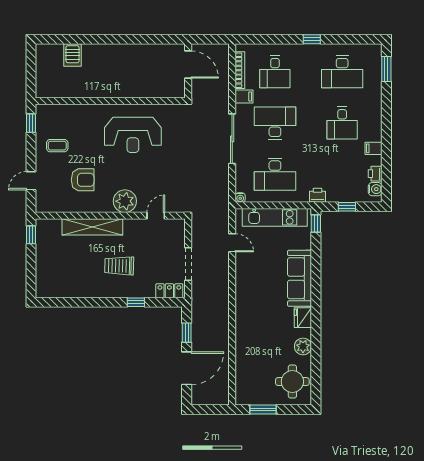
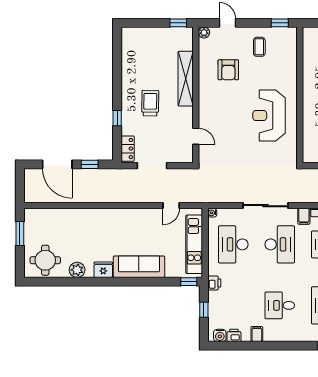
plant: (125, 201) -> (204, 33), moved, width x0.53, depth x0.53

